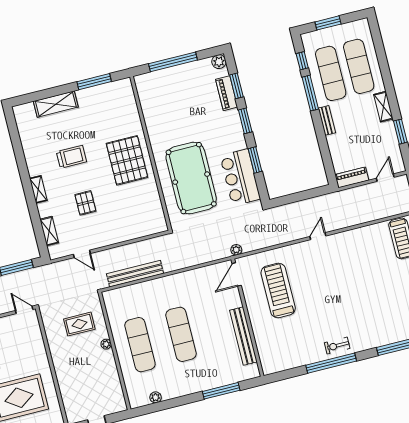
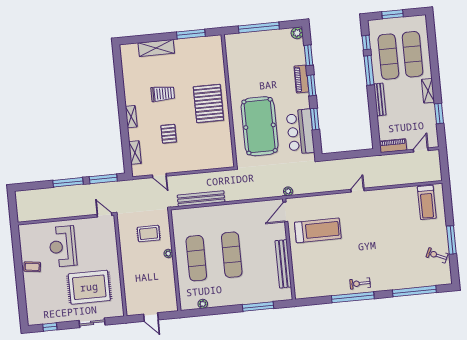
piano: (227, 93) -> (301, 79), moved
bench: (327, 120) -> (380, 99), width x1.36
treadmill: (278, 290) -> (318, 230), turned 90

